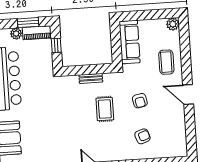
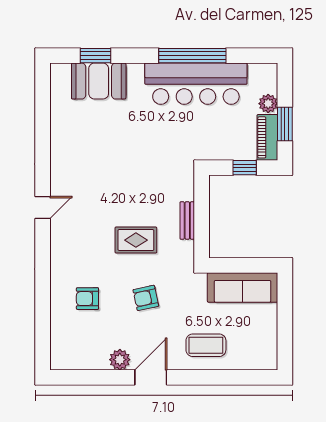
plant: (173, 24) -> (120, 360), moved
armchair: (142, 136) -> (87, 299), turned 109

